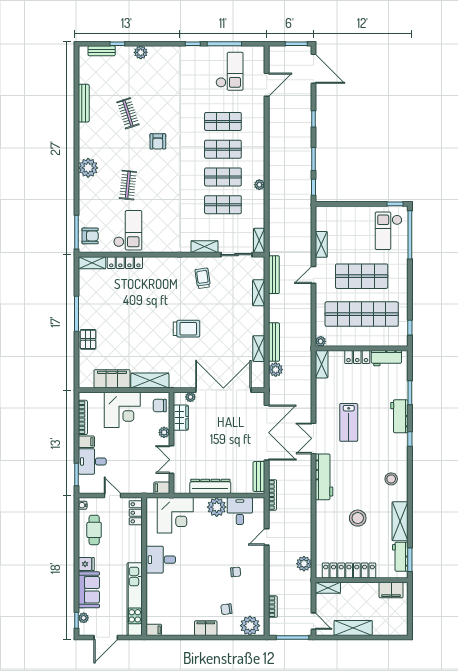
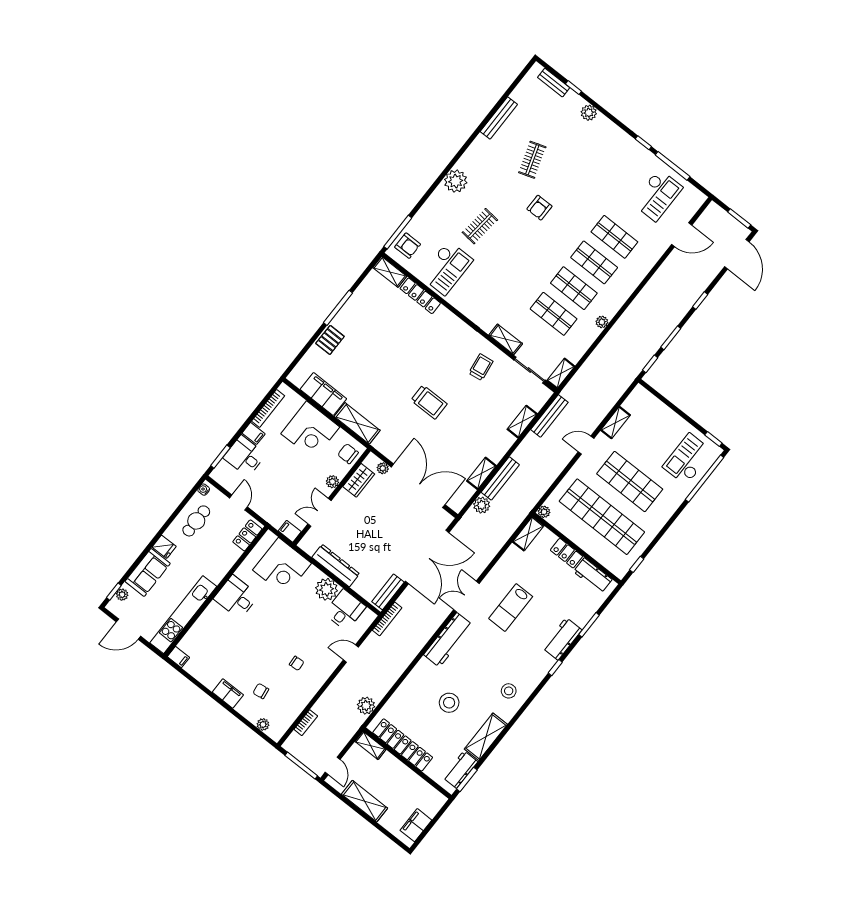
filing cabinet: (391, 590) -> (416, 825), moved, turned 90
plant: (250, 626) -> (263, 724), width x0.53, depth x0.53

